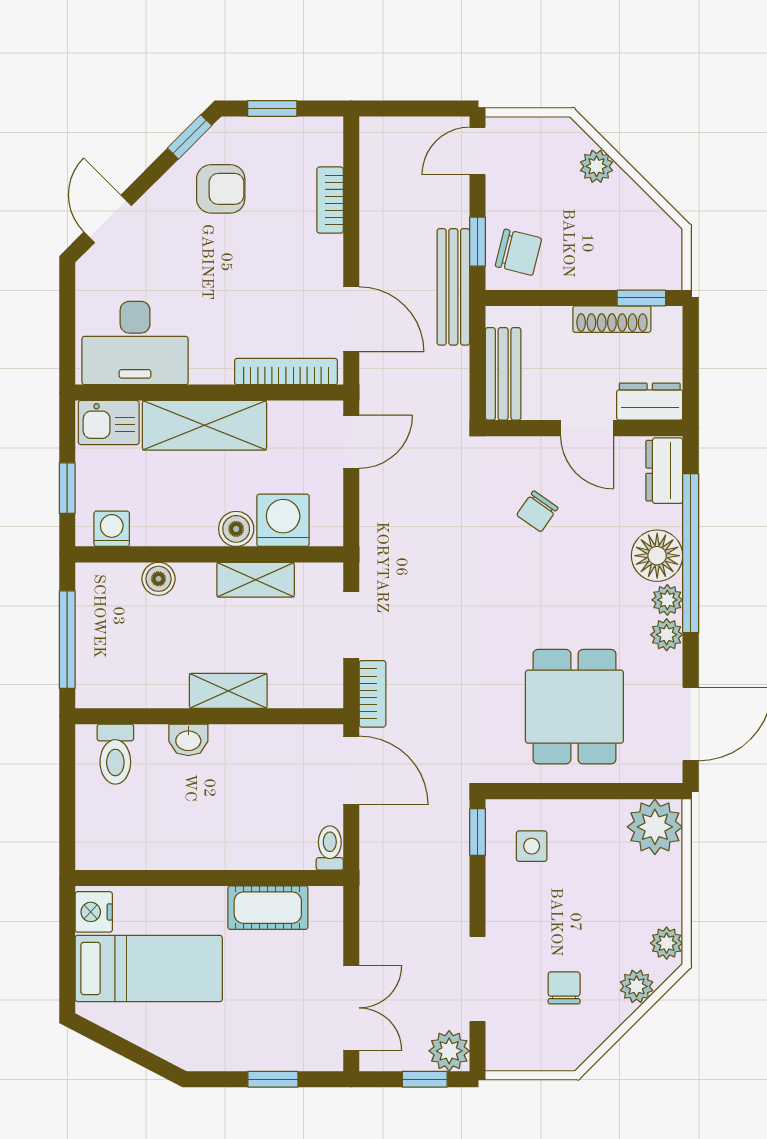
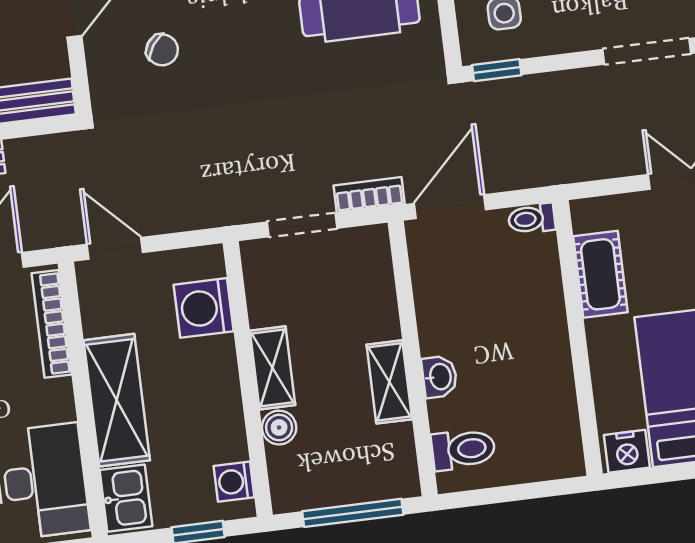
boiler: (236, 529) -> (218, 355), removed
shelving: (256, 580) -> (273, 368), moved
shelving: (228, 691) -> (389, 382), moved

